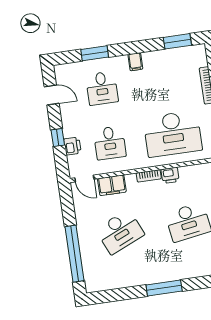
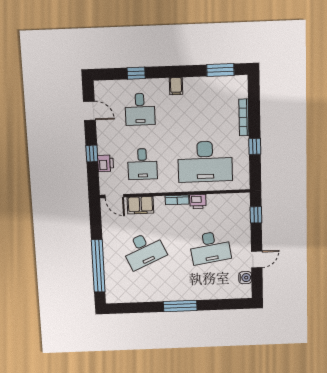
window: (95, 53) -> (136, 73), width x0.67

